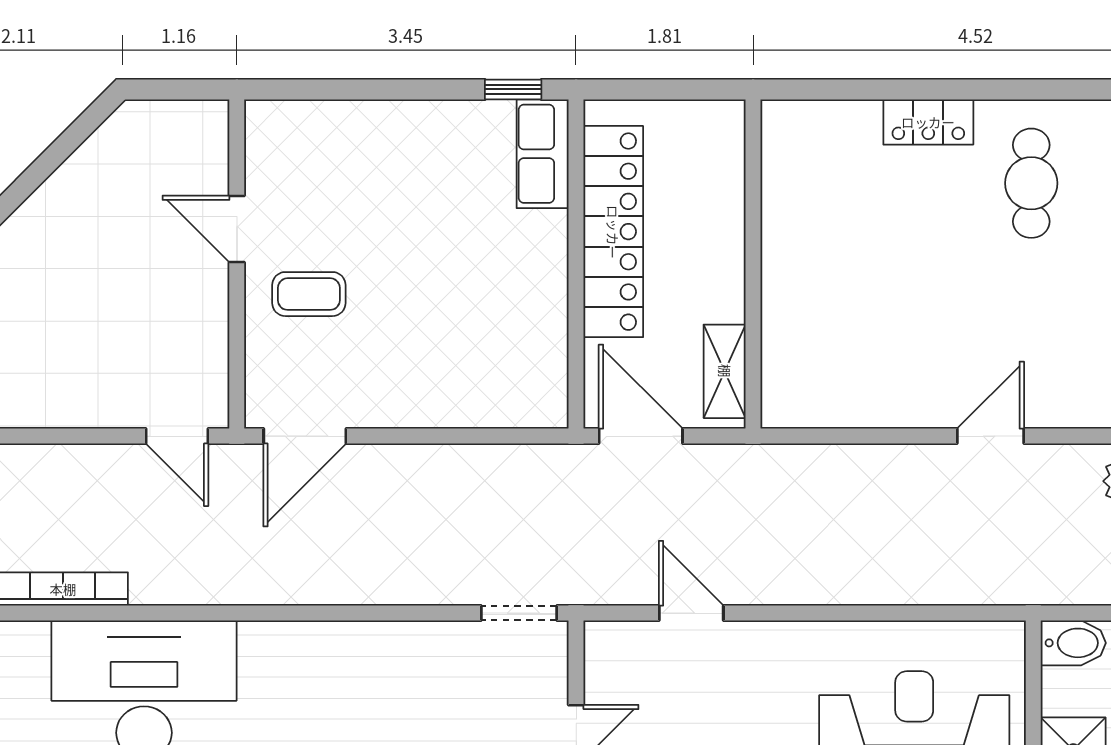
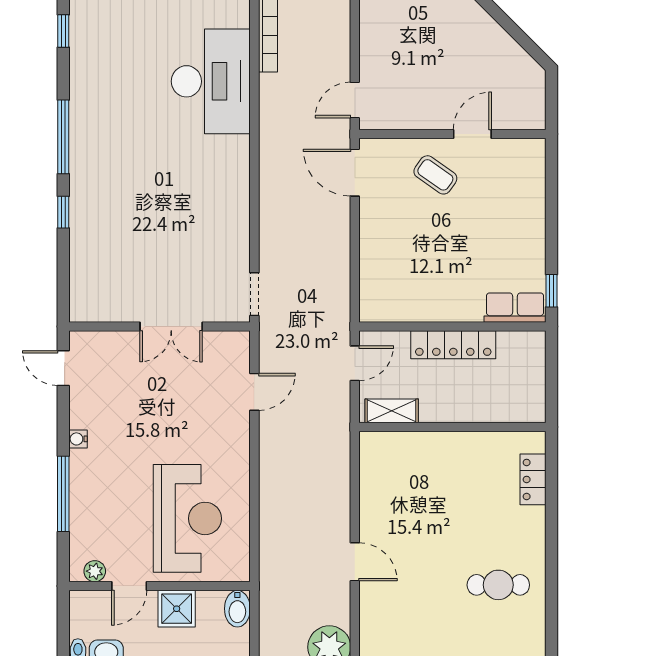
locker: (928, 122) -> (533, 479), moved
locker: (613, 232) -> (453, 345), width x0.71, depth x0.83
coffee table: (309, 294) -> (435, 175), turned -55
door: (641, 436) -> (355, 363), width x0.73

